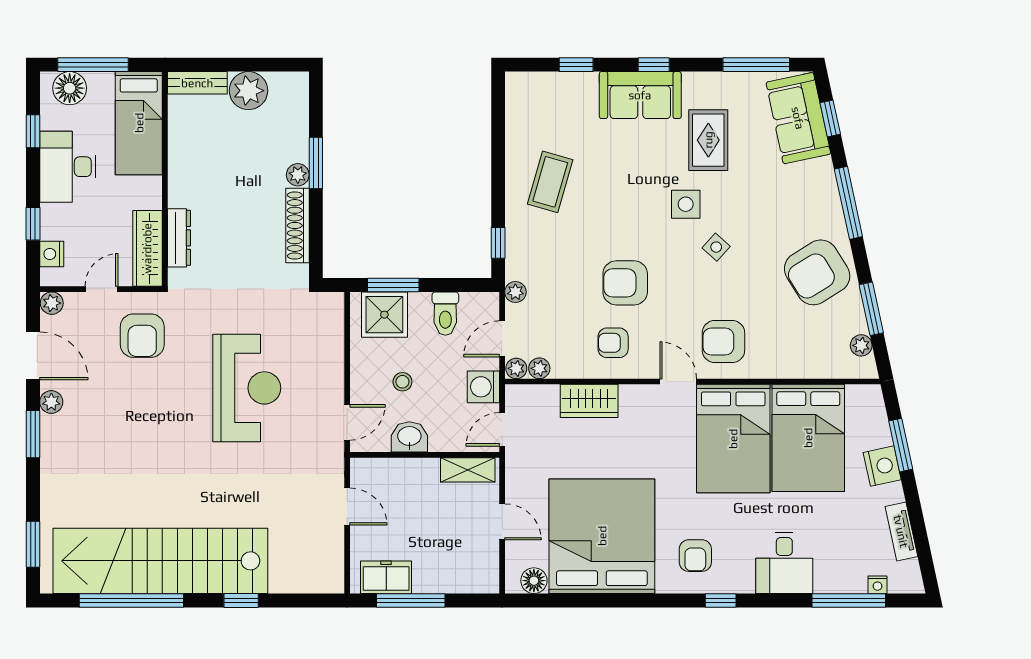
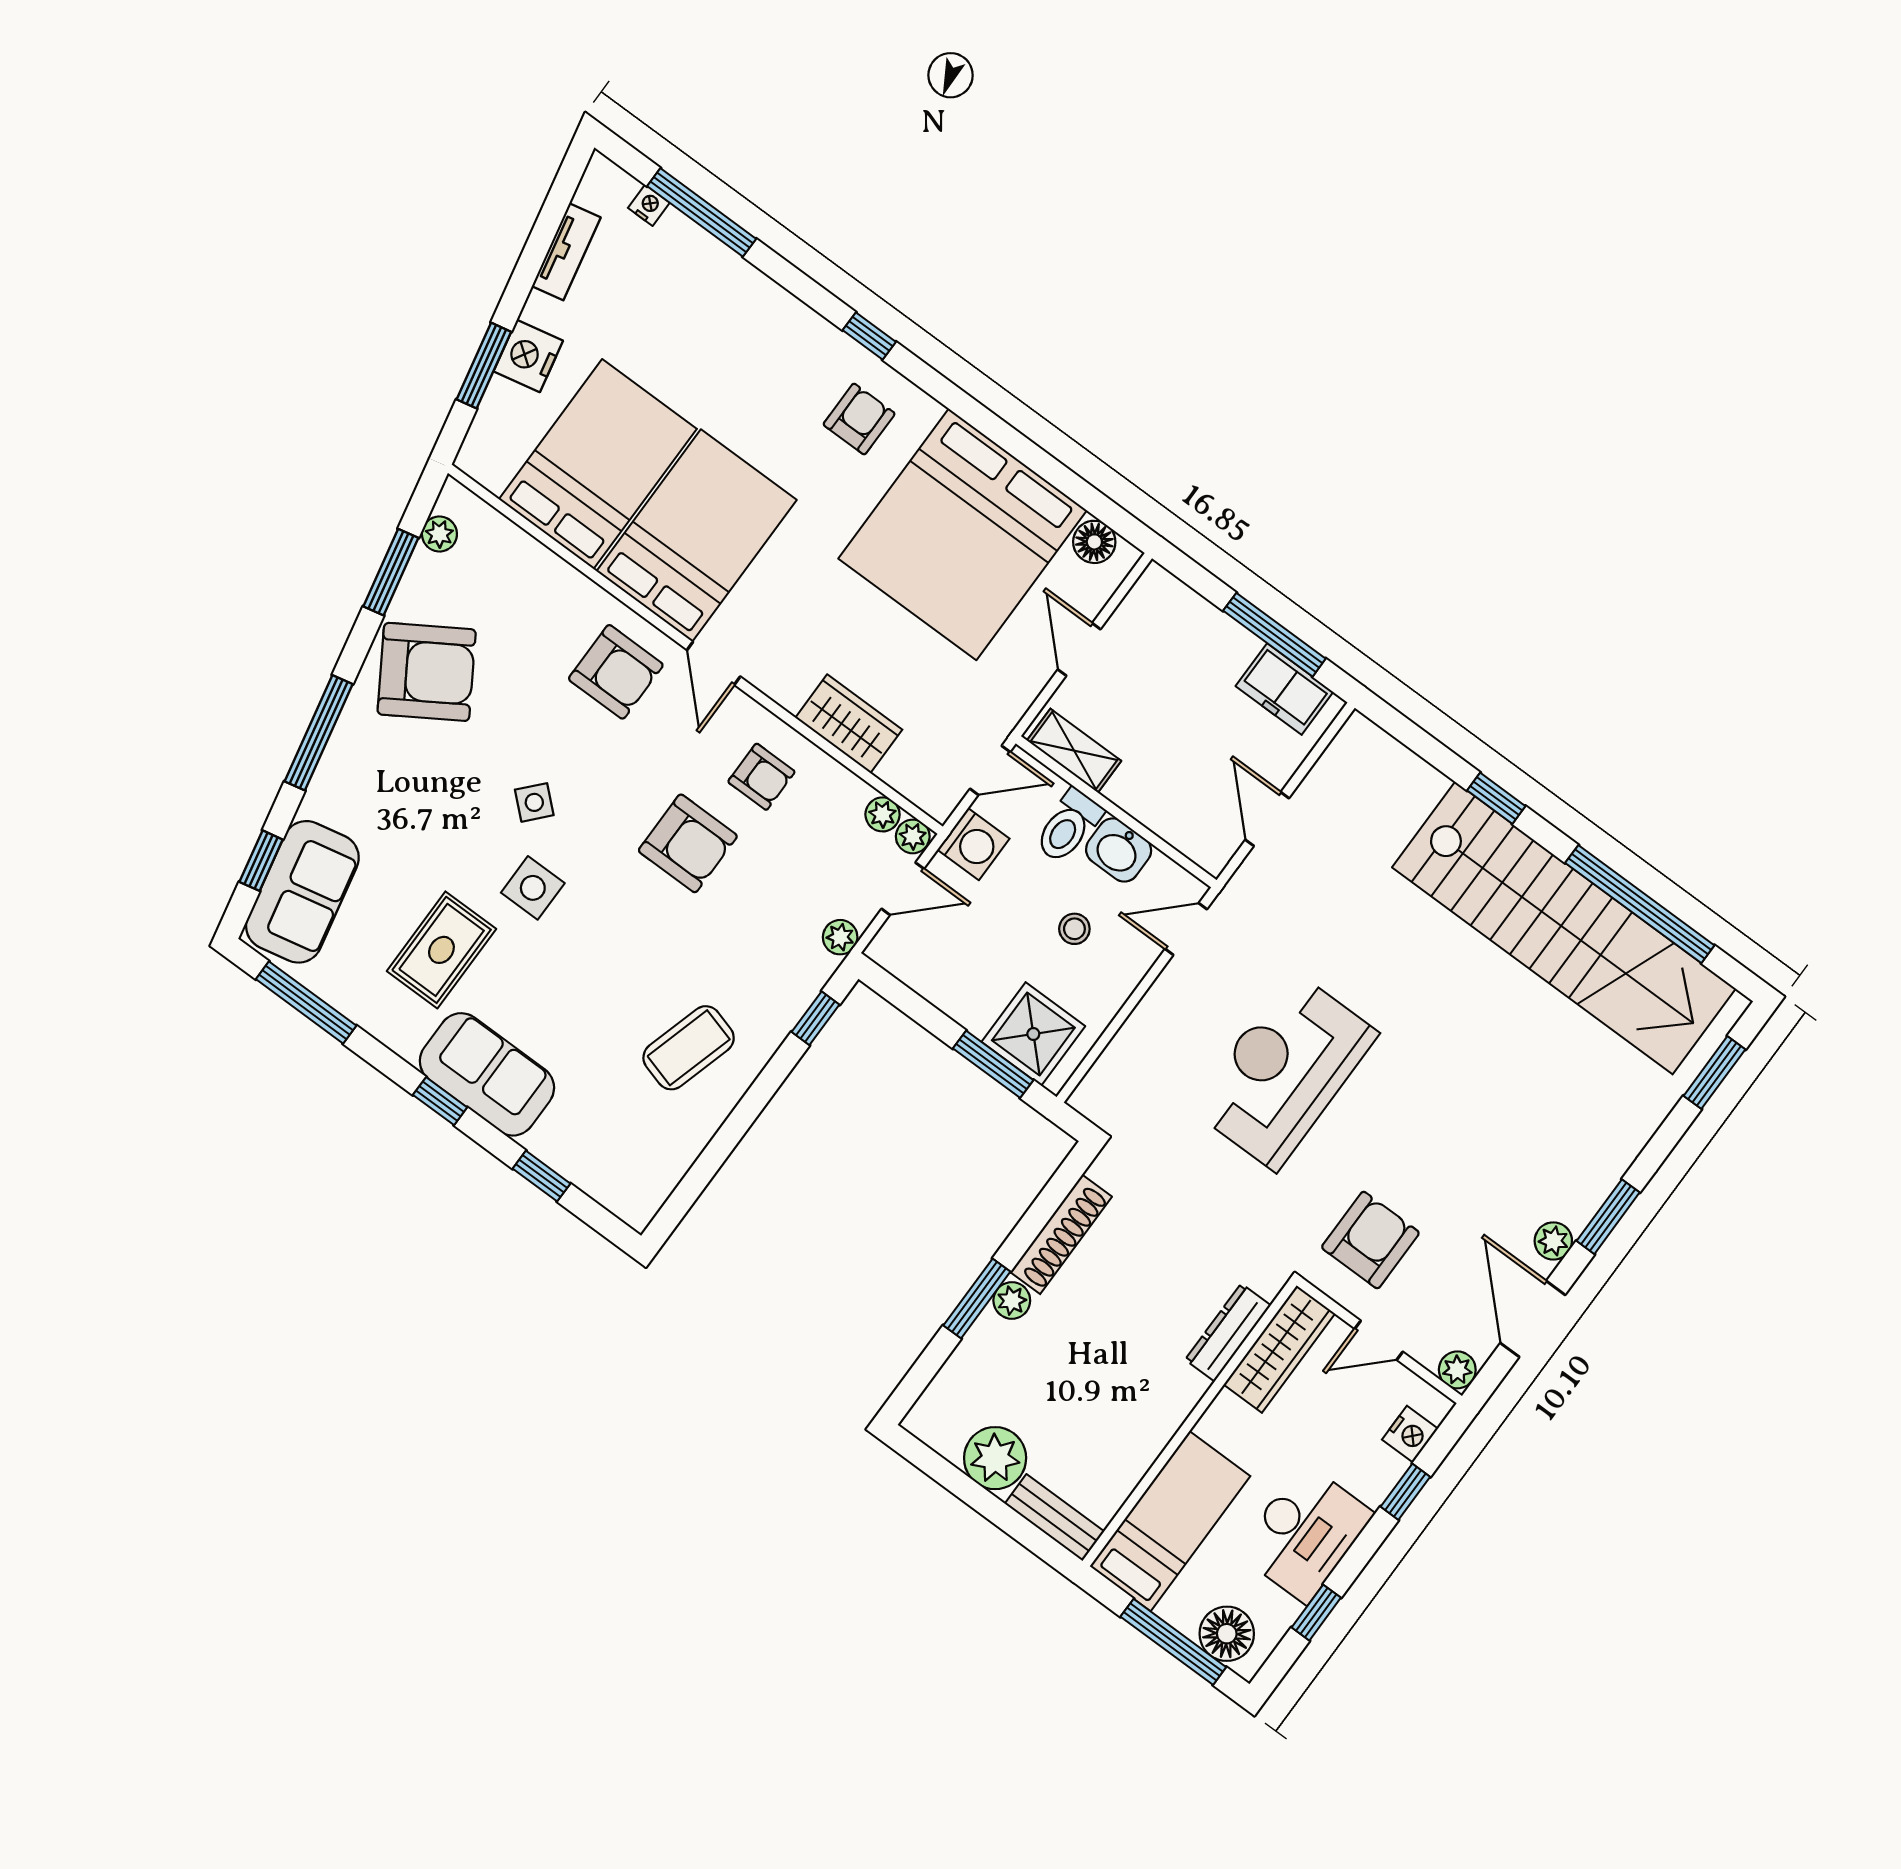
toilet: (445, 314) -> (1069, 826), moved, turned 180
desk: (784, 563) -> (750, 324), removed

